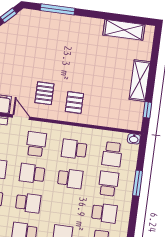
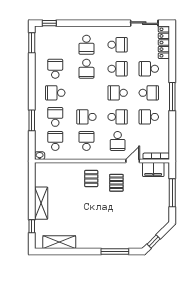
window: (147, 110) -> (32, 226), moved
door: (21, 117) -> (133, 161), swing flipped
school desk: (74, 149) -> (86, 141), turned -90
school desk: (108, 184) -> (55, 117), turned 180

